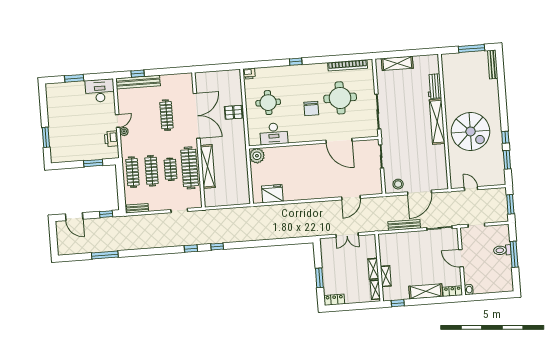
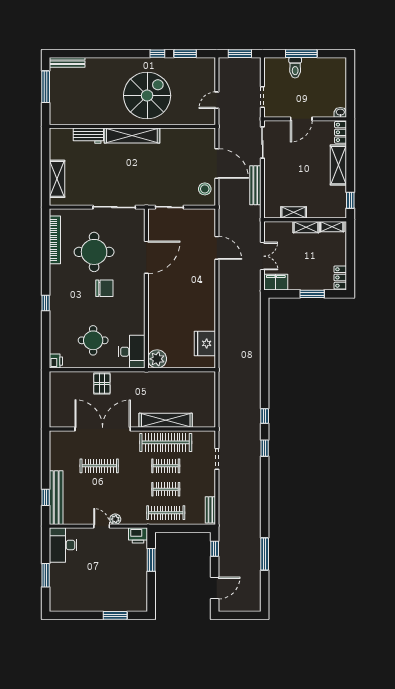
desk: (274, 134) -> (132, 352), moved
printer: (111, 139) -> (138, 535), moved
clothes rail: (151, 171) -> (166, 489), width x0.73
filing cabinet: (327, 248) -> (276, 282), added
shelving: (386, 276) -> (294, 212), moved

